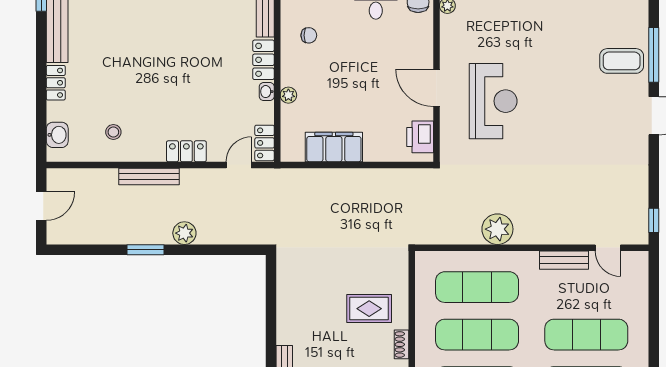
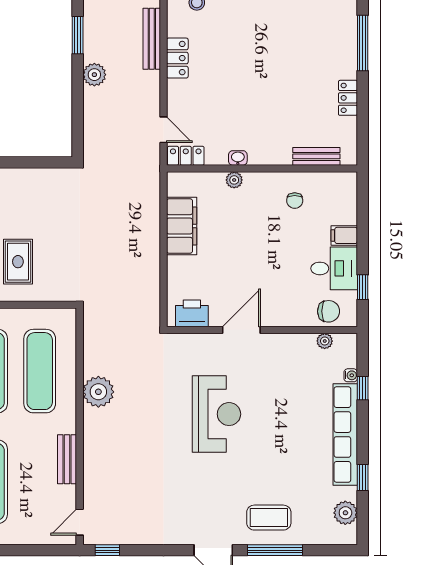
locker: (263, 60) -> (270, 155), removed
coffee table: (622, 61) -> (269, 518), turned 90
reception desk: (493, 101) -> (216, 414), moved, turned -90
locker: (186, 151) -> (177, 58), moved
door: (608, 248) -> (80, 522), moved

